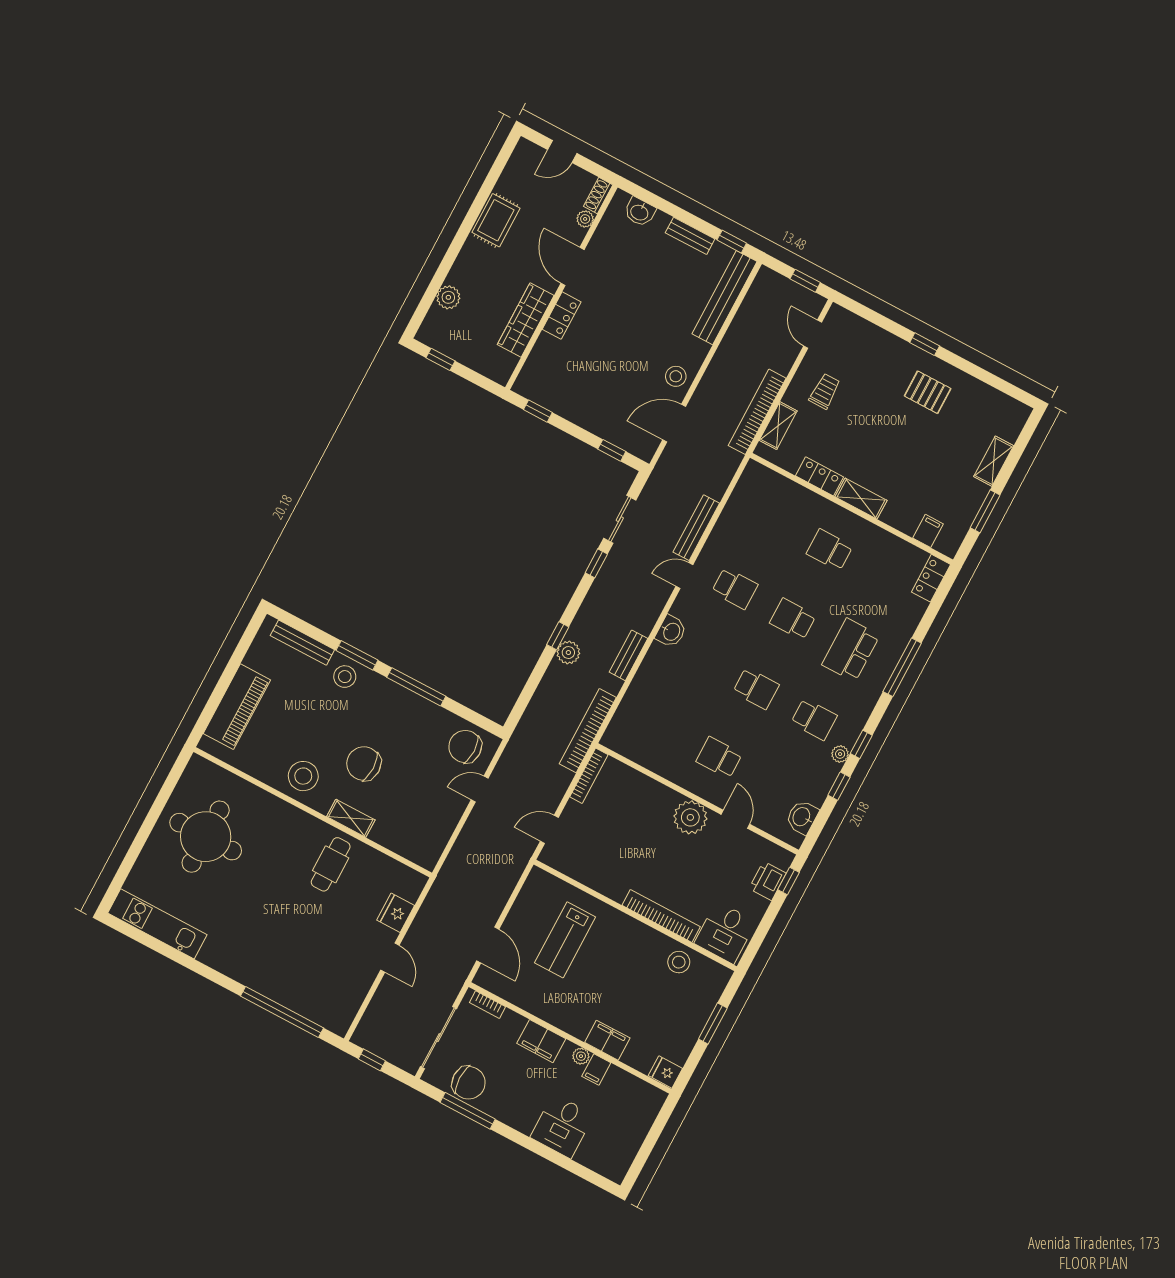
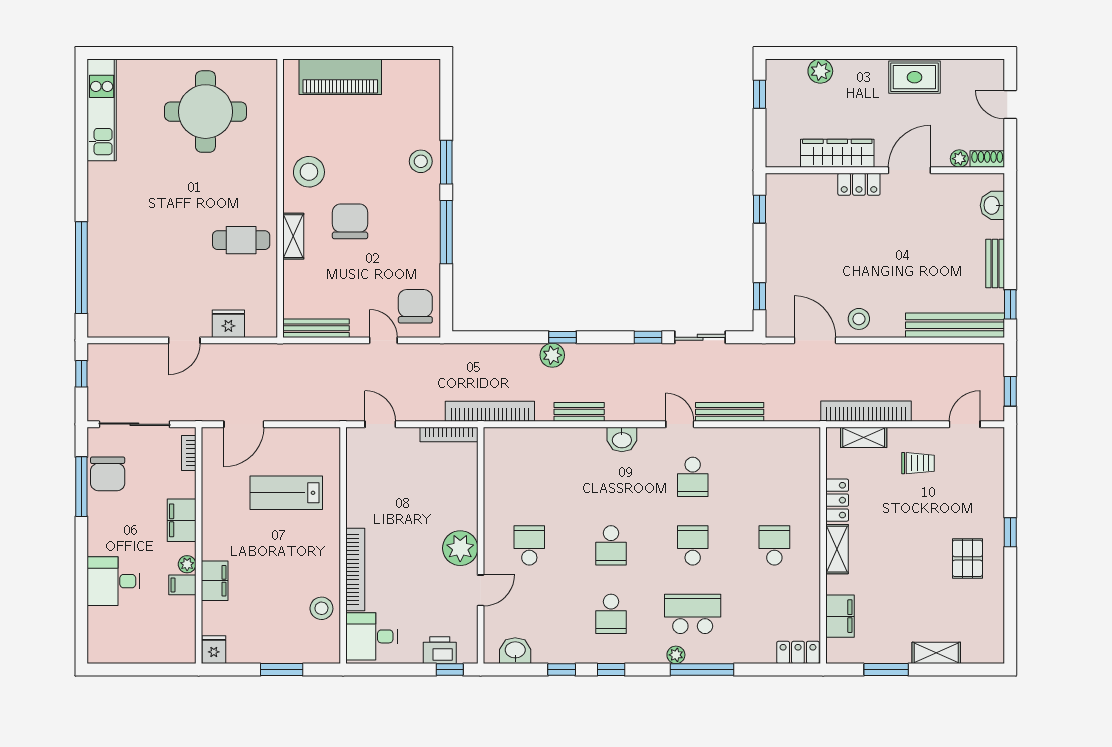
filing cabinet: (928, 531) -> (840, 616), width x2.00
bench: (302, 643) -> (316, 328), moved, turned 90
plant: (840, 754) -> (676, 655), moved

